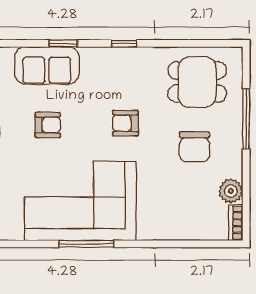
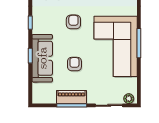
sofa: (47, 65) -> (42, 58), width x1.36
armchair: (125, 123) -> (73, 22), turned 180

